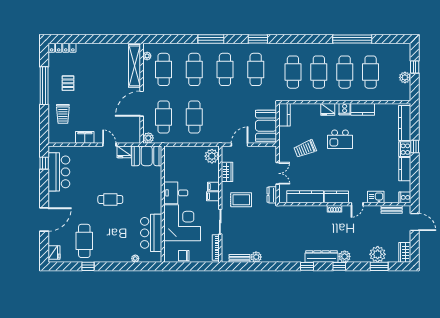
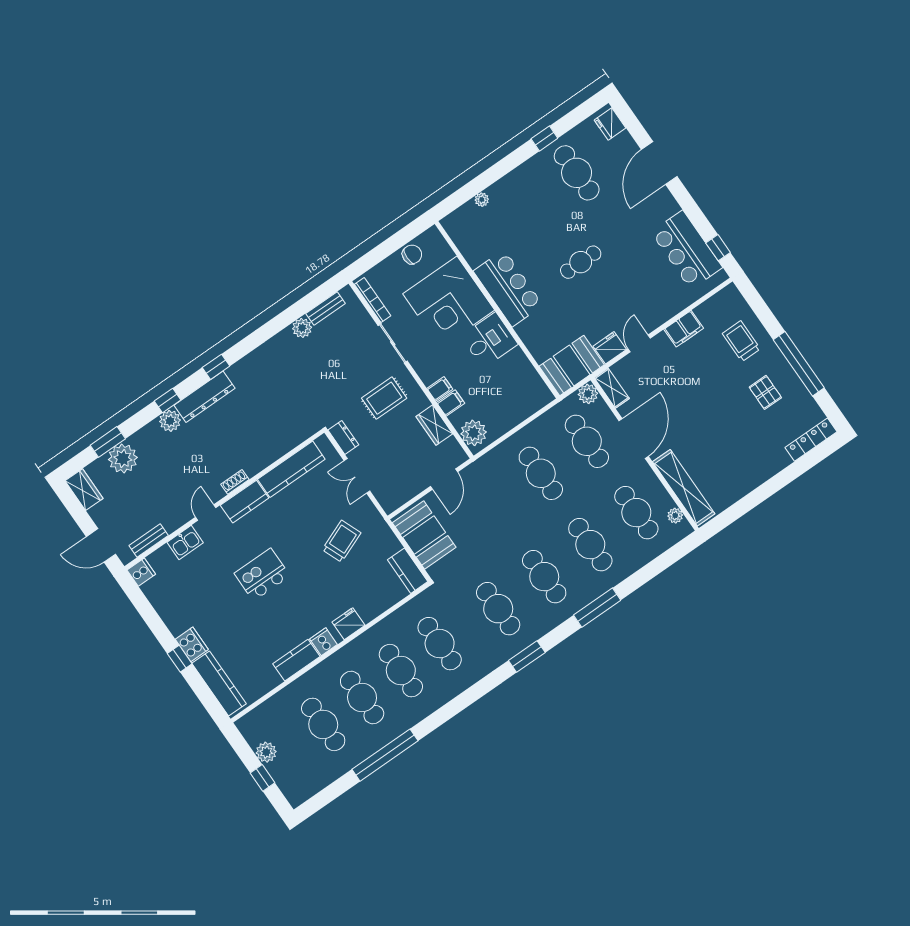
shelving: (136, 133) -> (612, 388), added
kitchen island: (340, 139) -> (262, 575), moved
door: (109, 145) -> (639, 343), swing flipped
kitchen counter: (405, 169) -> (171, 614), removed
filing cabinet: (213, 196) -> (451, 403), moved
bar counter: (151, 233) -> (508, 288), moved

